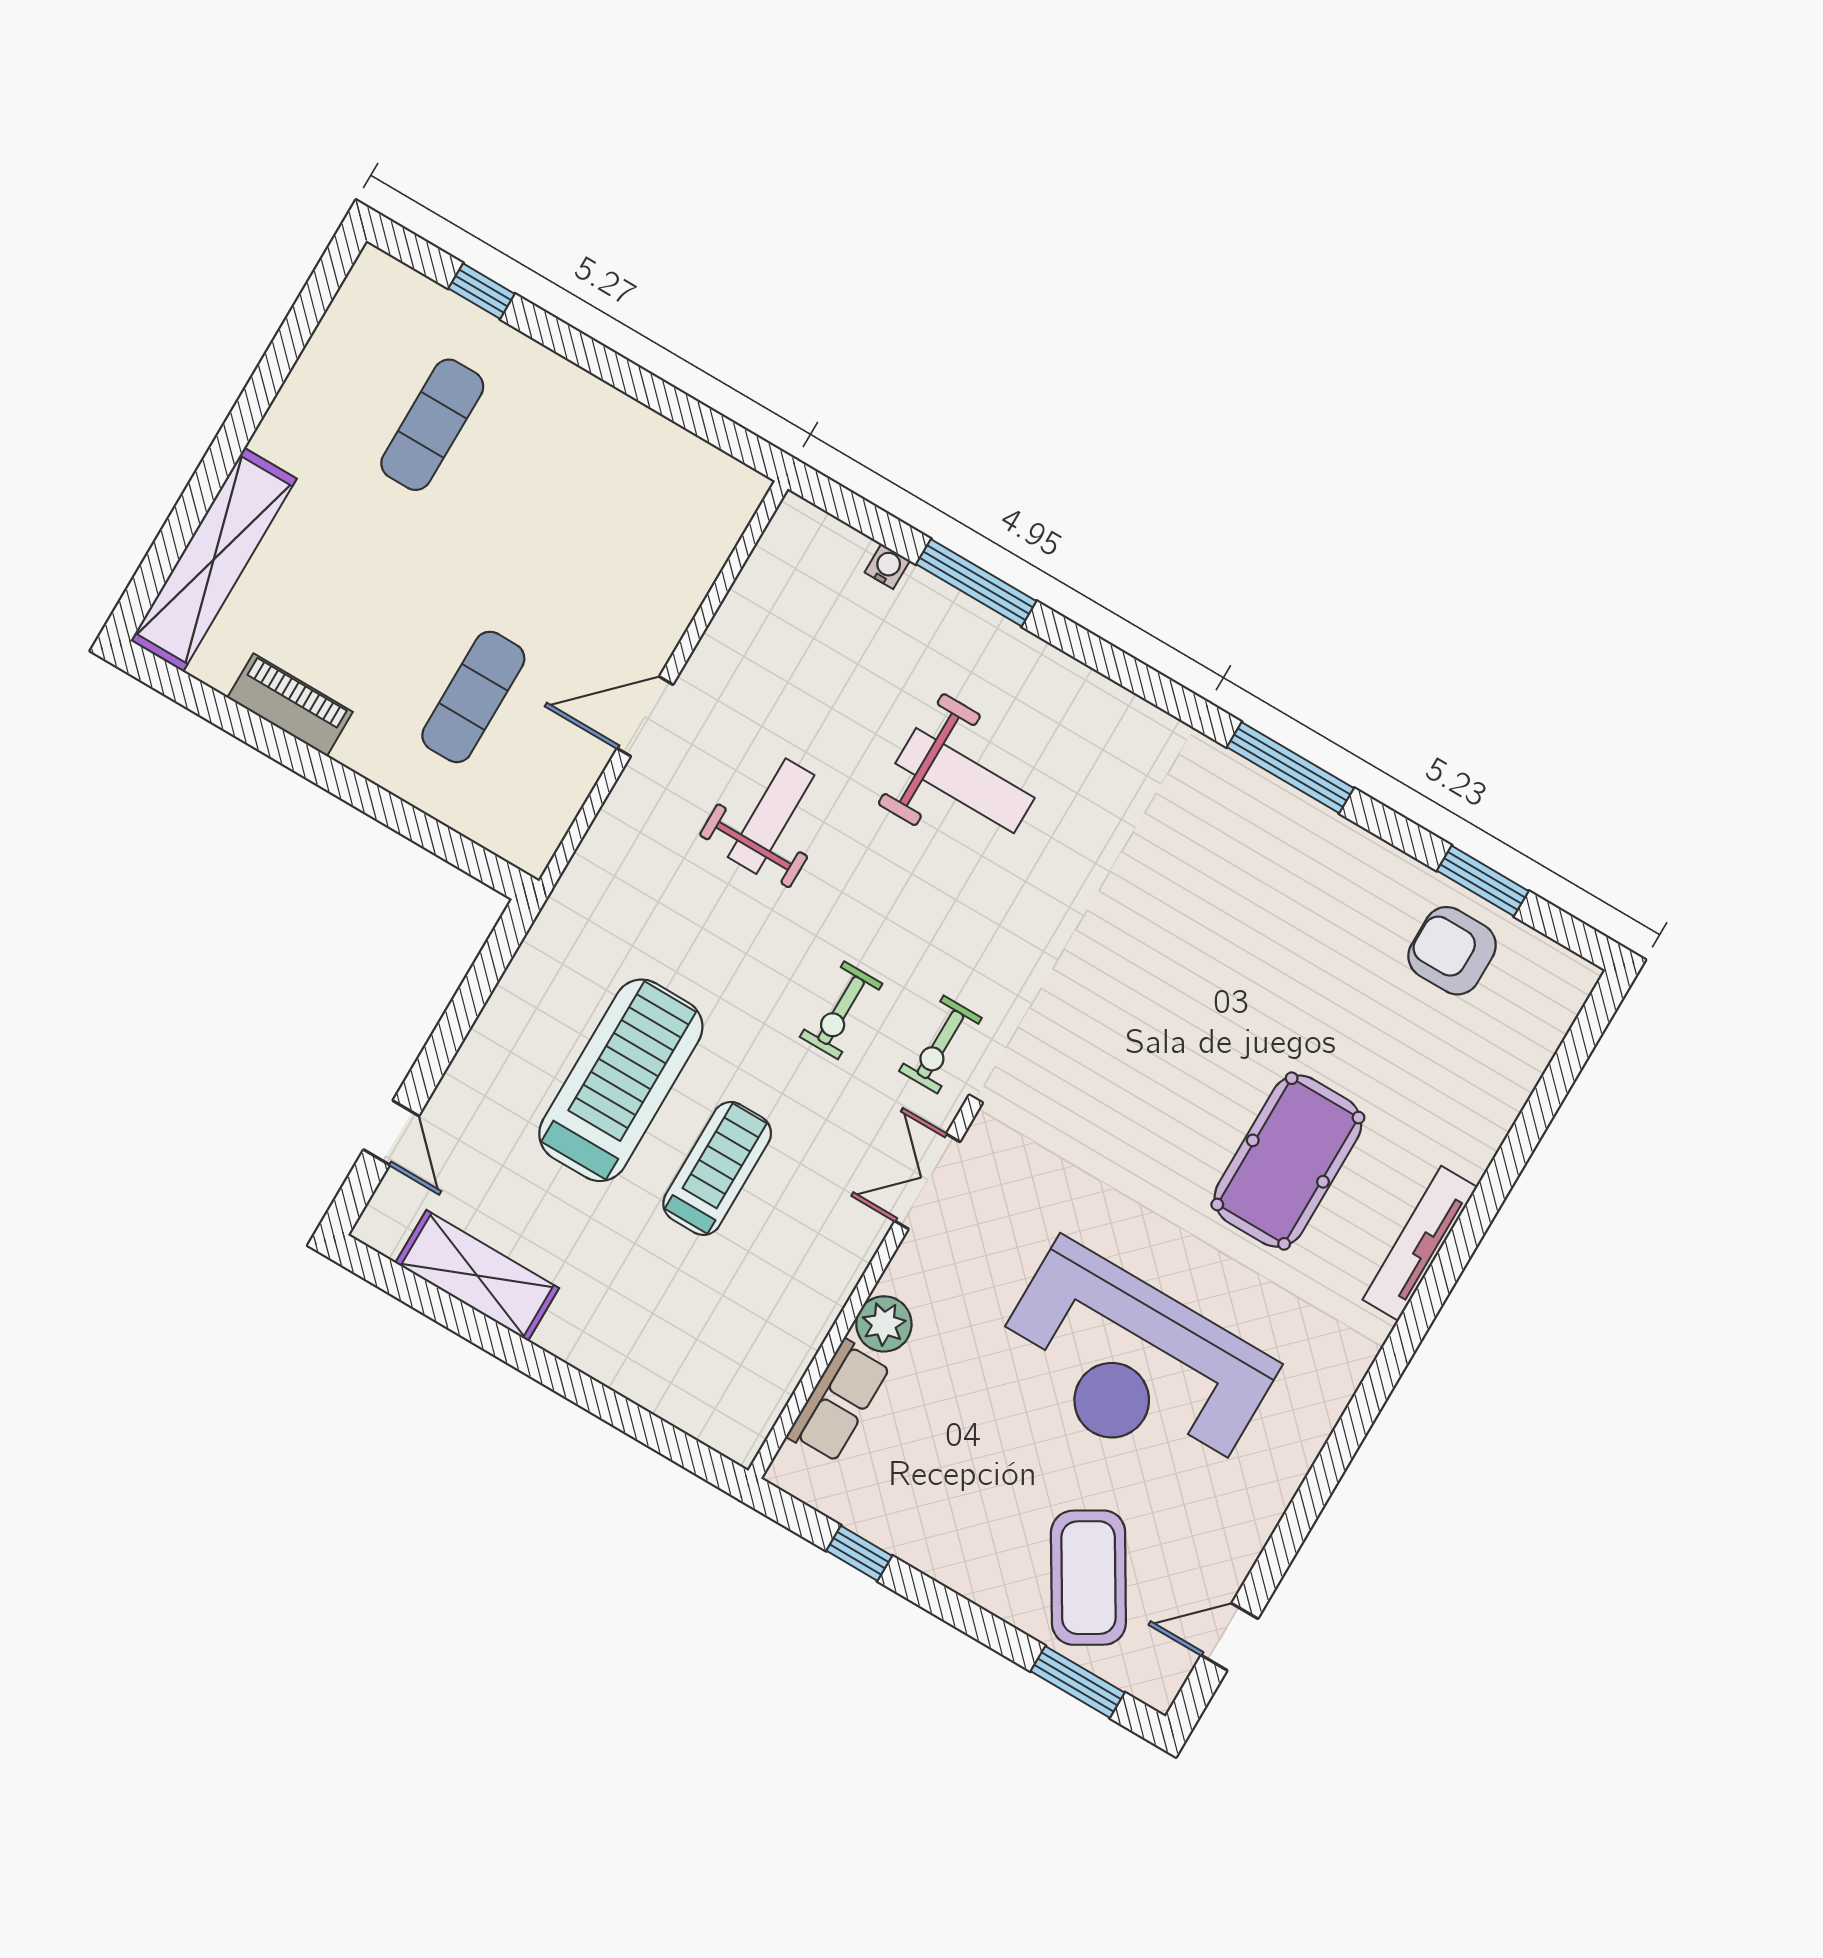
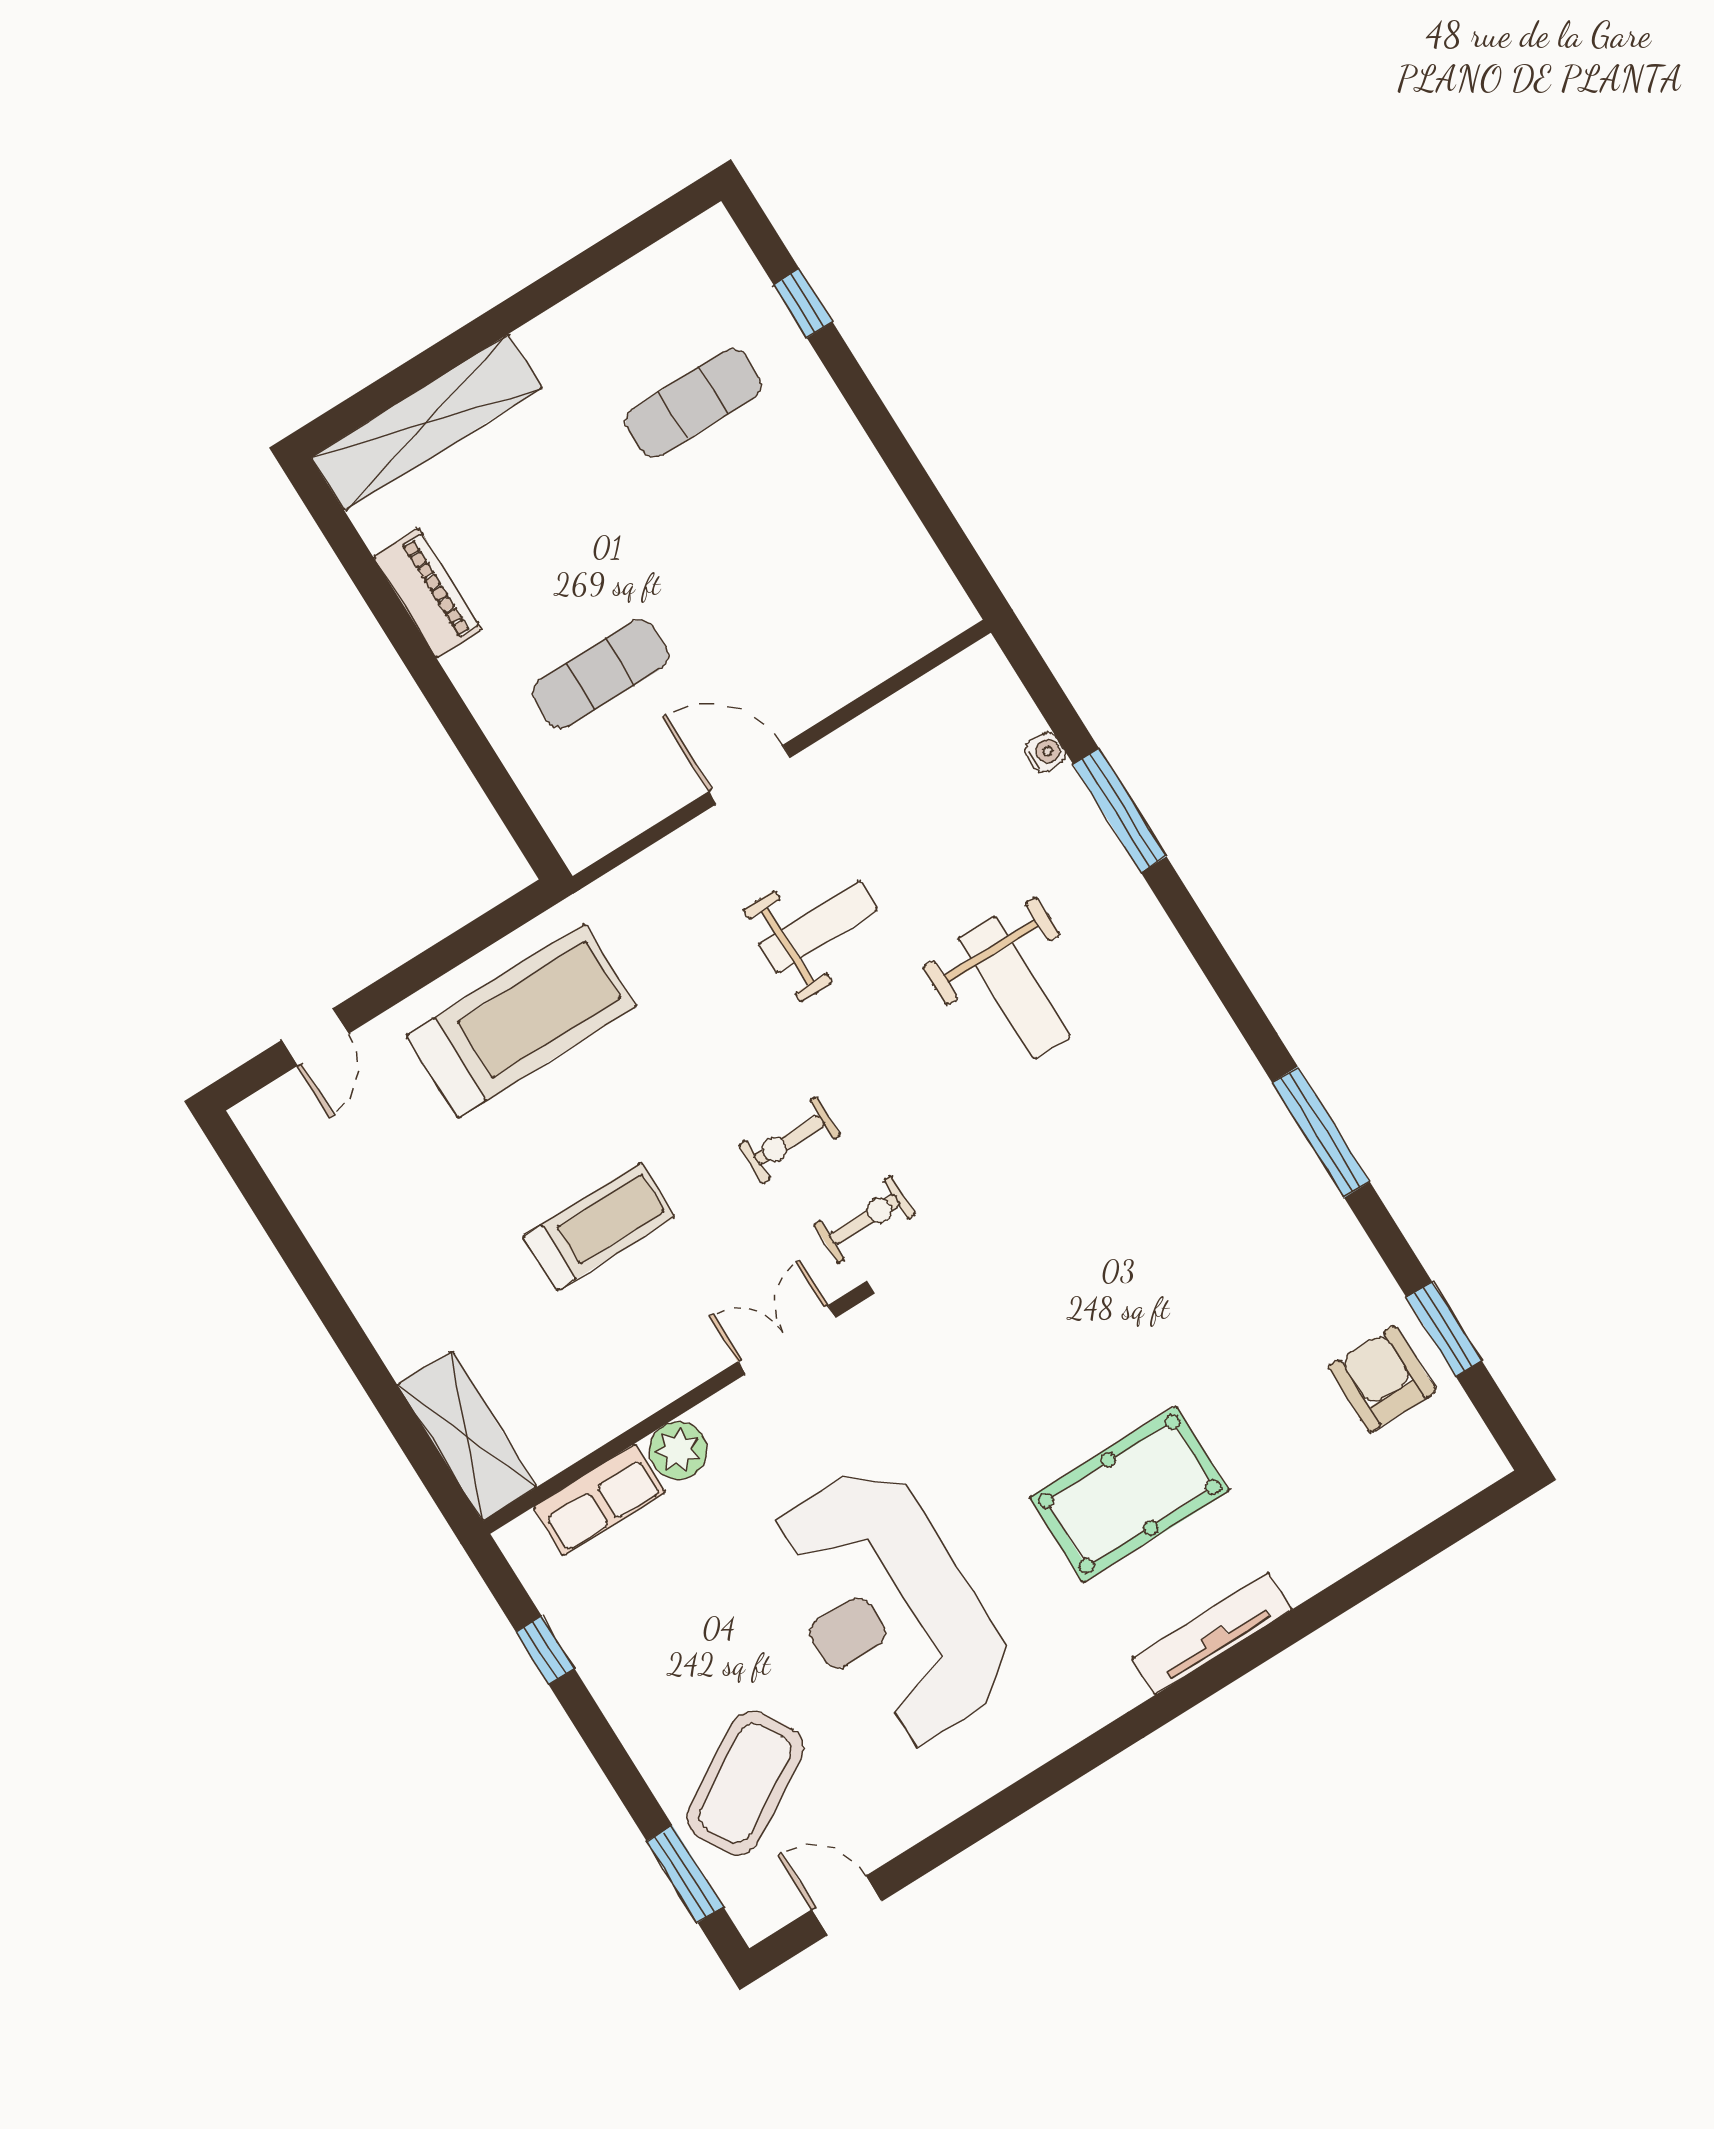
exercise bike: (940, 1044) -> (865, 1219), turned 180
treadmill: (621, 1080) -> (521, 1021), moved
shelving: (477, 1276) -> (467, 1436), moved

